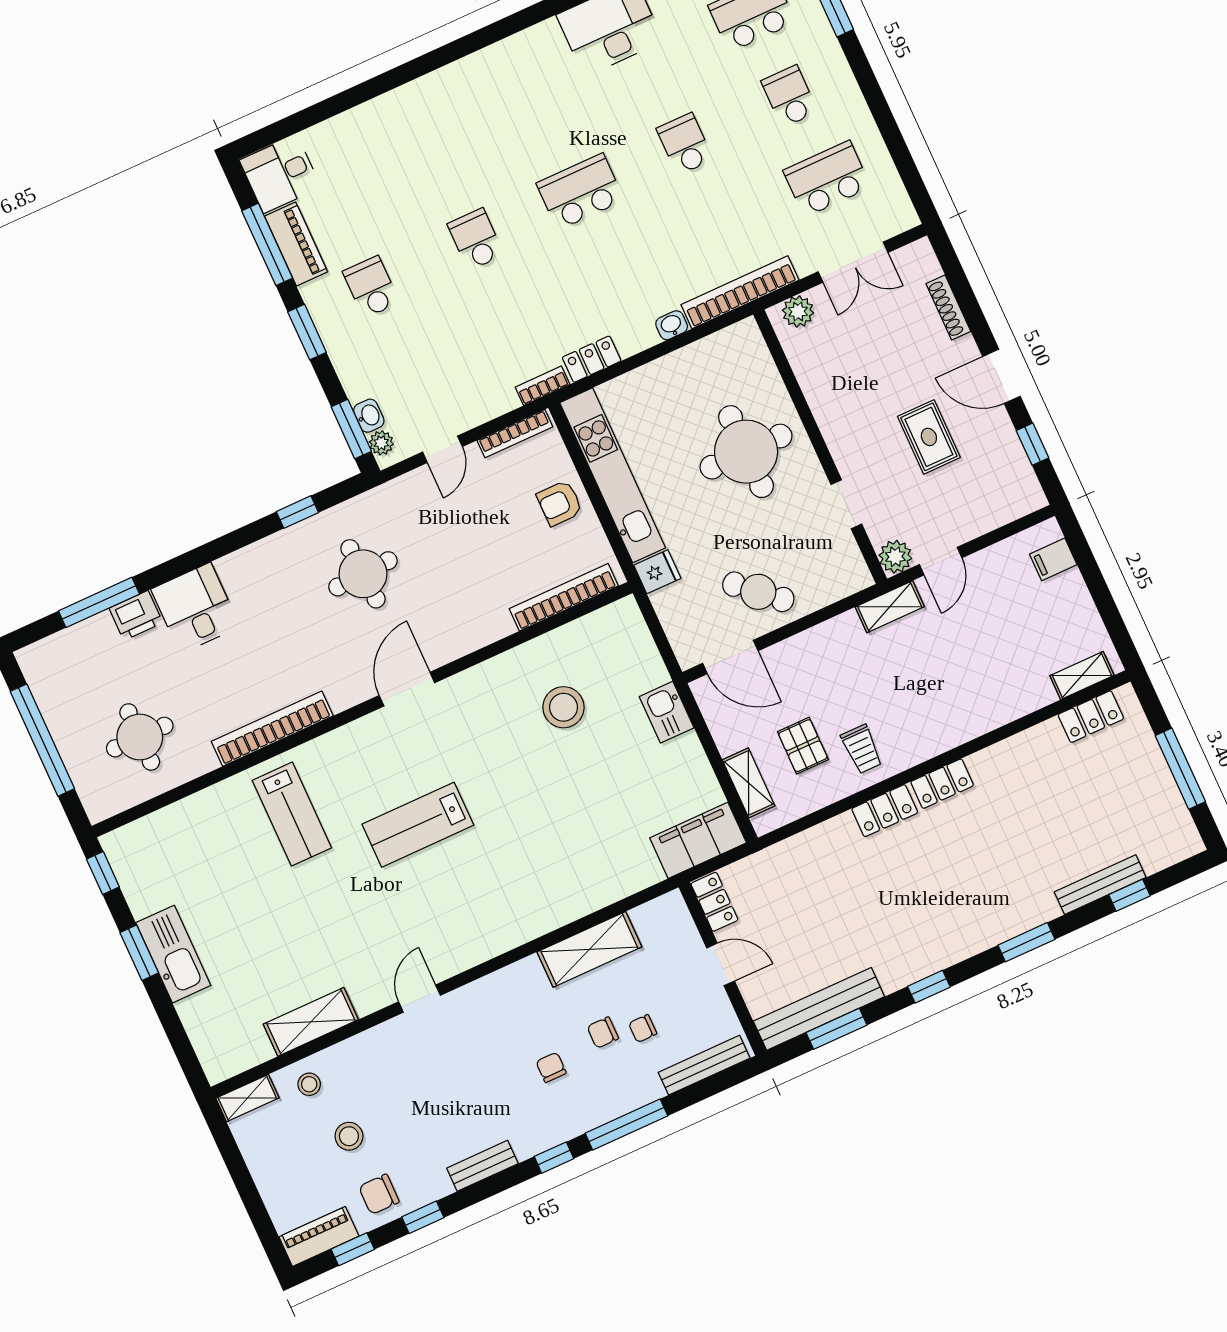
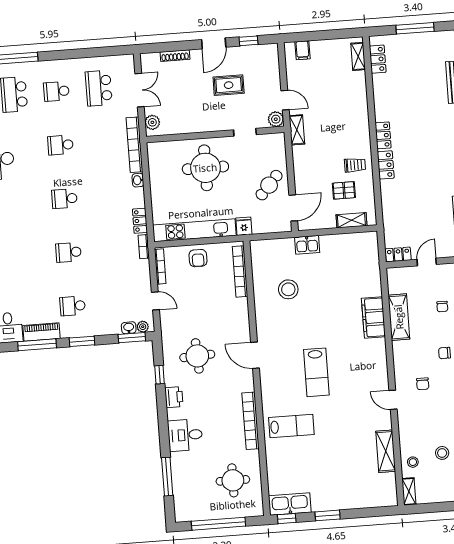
school desk: (580, 192) -> (64, 199), width x0.54
printer: (136, 615) -> (174, 397), moved
filing cabinet: (698, 840) -> (373, 317), moved
kitchen sink: (173, 954) -> (290, 504), moved
chair: (603, 1033) -> (423, 384), moved

